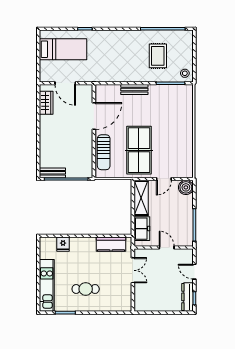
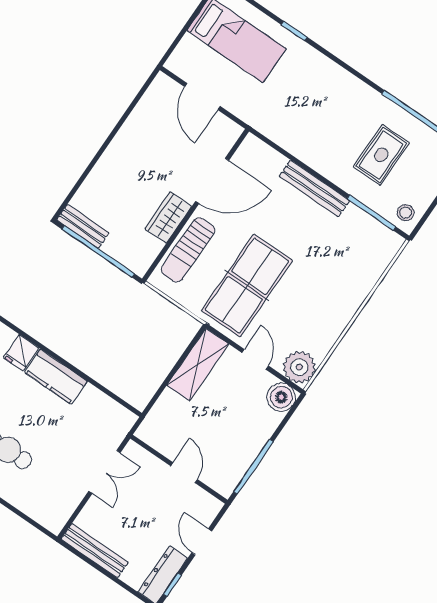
bench: (134, 90) -> (314, 189), width x1.36
wardrobe: (46, 103) -> (168, 217), moved, turned 180
plant: (185, 169) -> (299, 367), added
door: (164, 179) -> (255, 359), swing flipped
freezer: (142, 229) -> (165, 415), removed
kitchen counter: (111, 244) -> (56, 377), moved
bench: (152, 306) -> (95, 551), added

